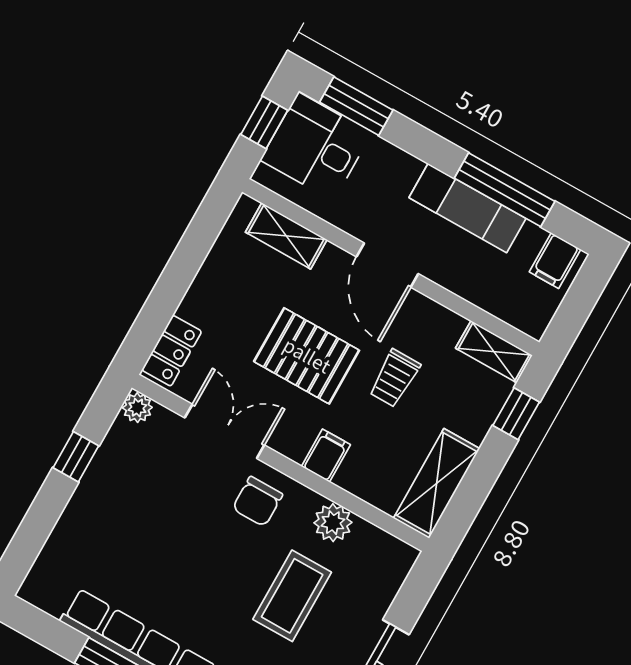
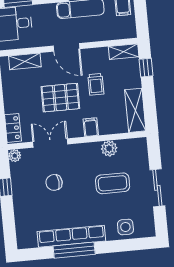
chair: (257, 501) -> (54, 182), moved, turned 86
coffee table: (292, 596) -> (113, 183), turned 90

